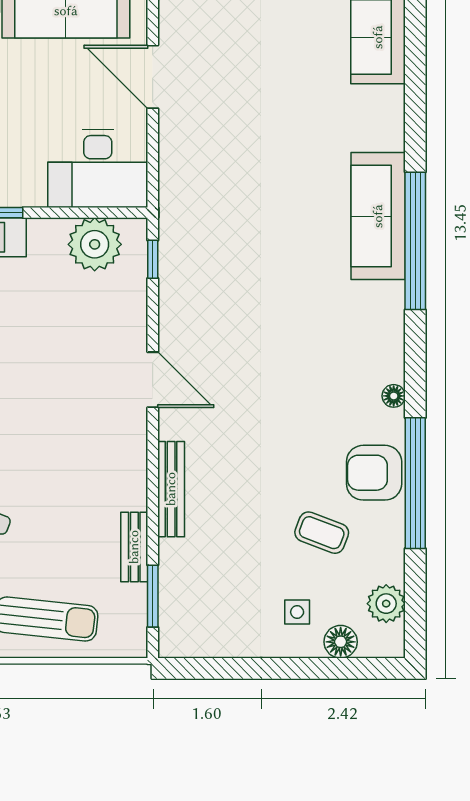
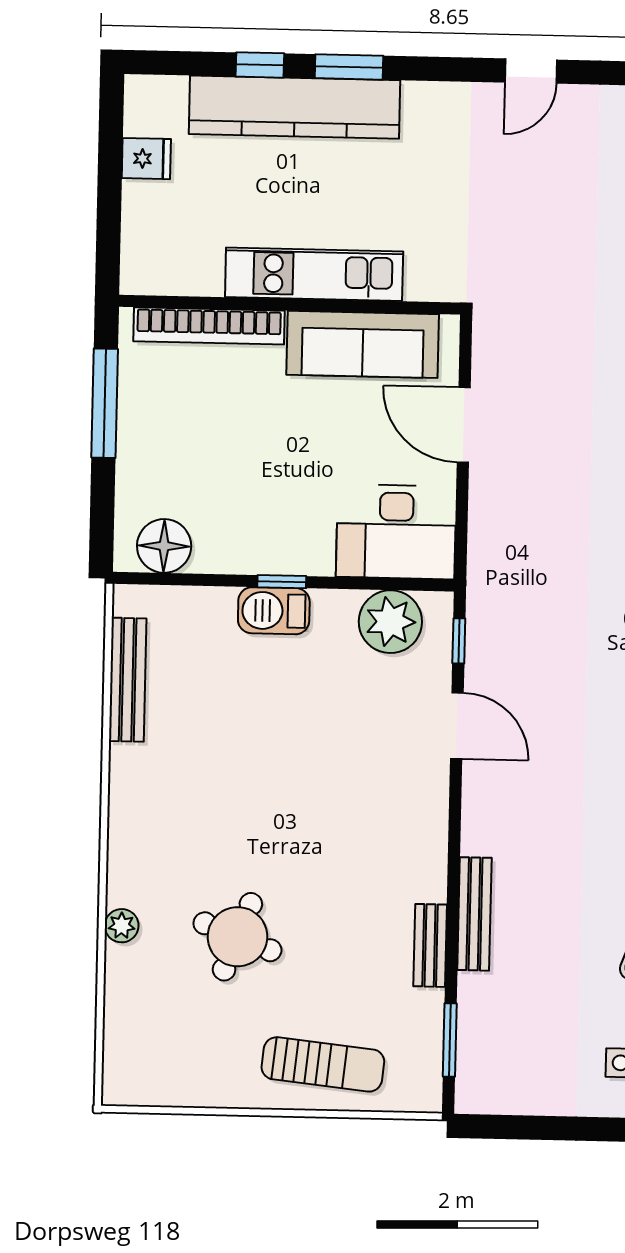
door: (153, 380) -> (457, 726), moved
bench: (134, 547) -> (430, 945), moved

